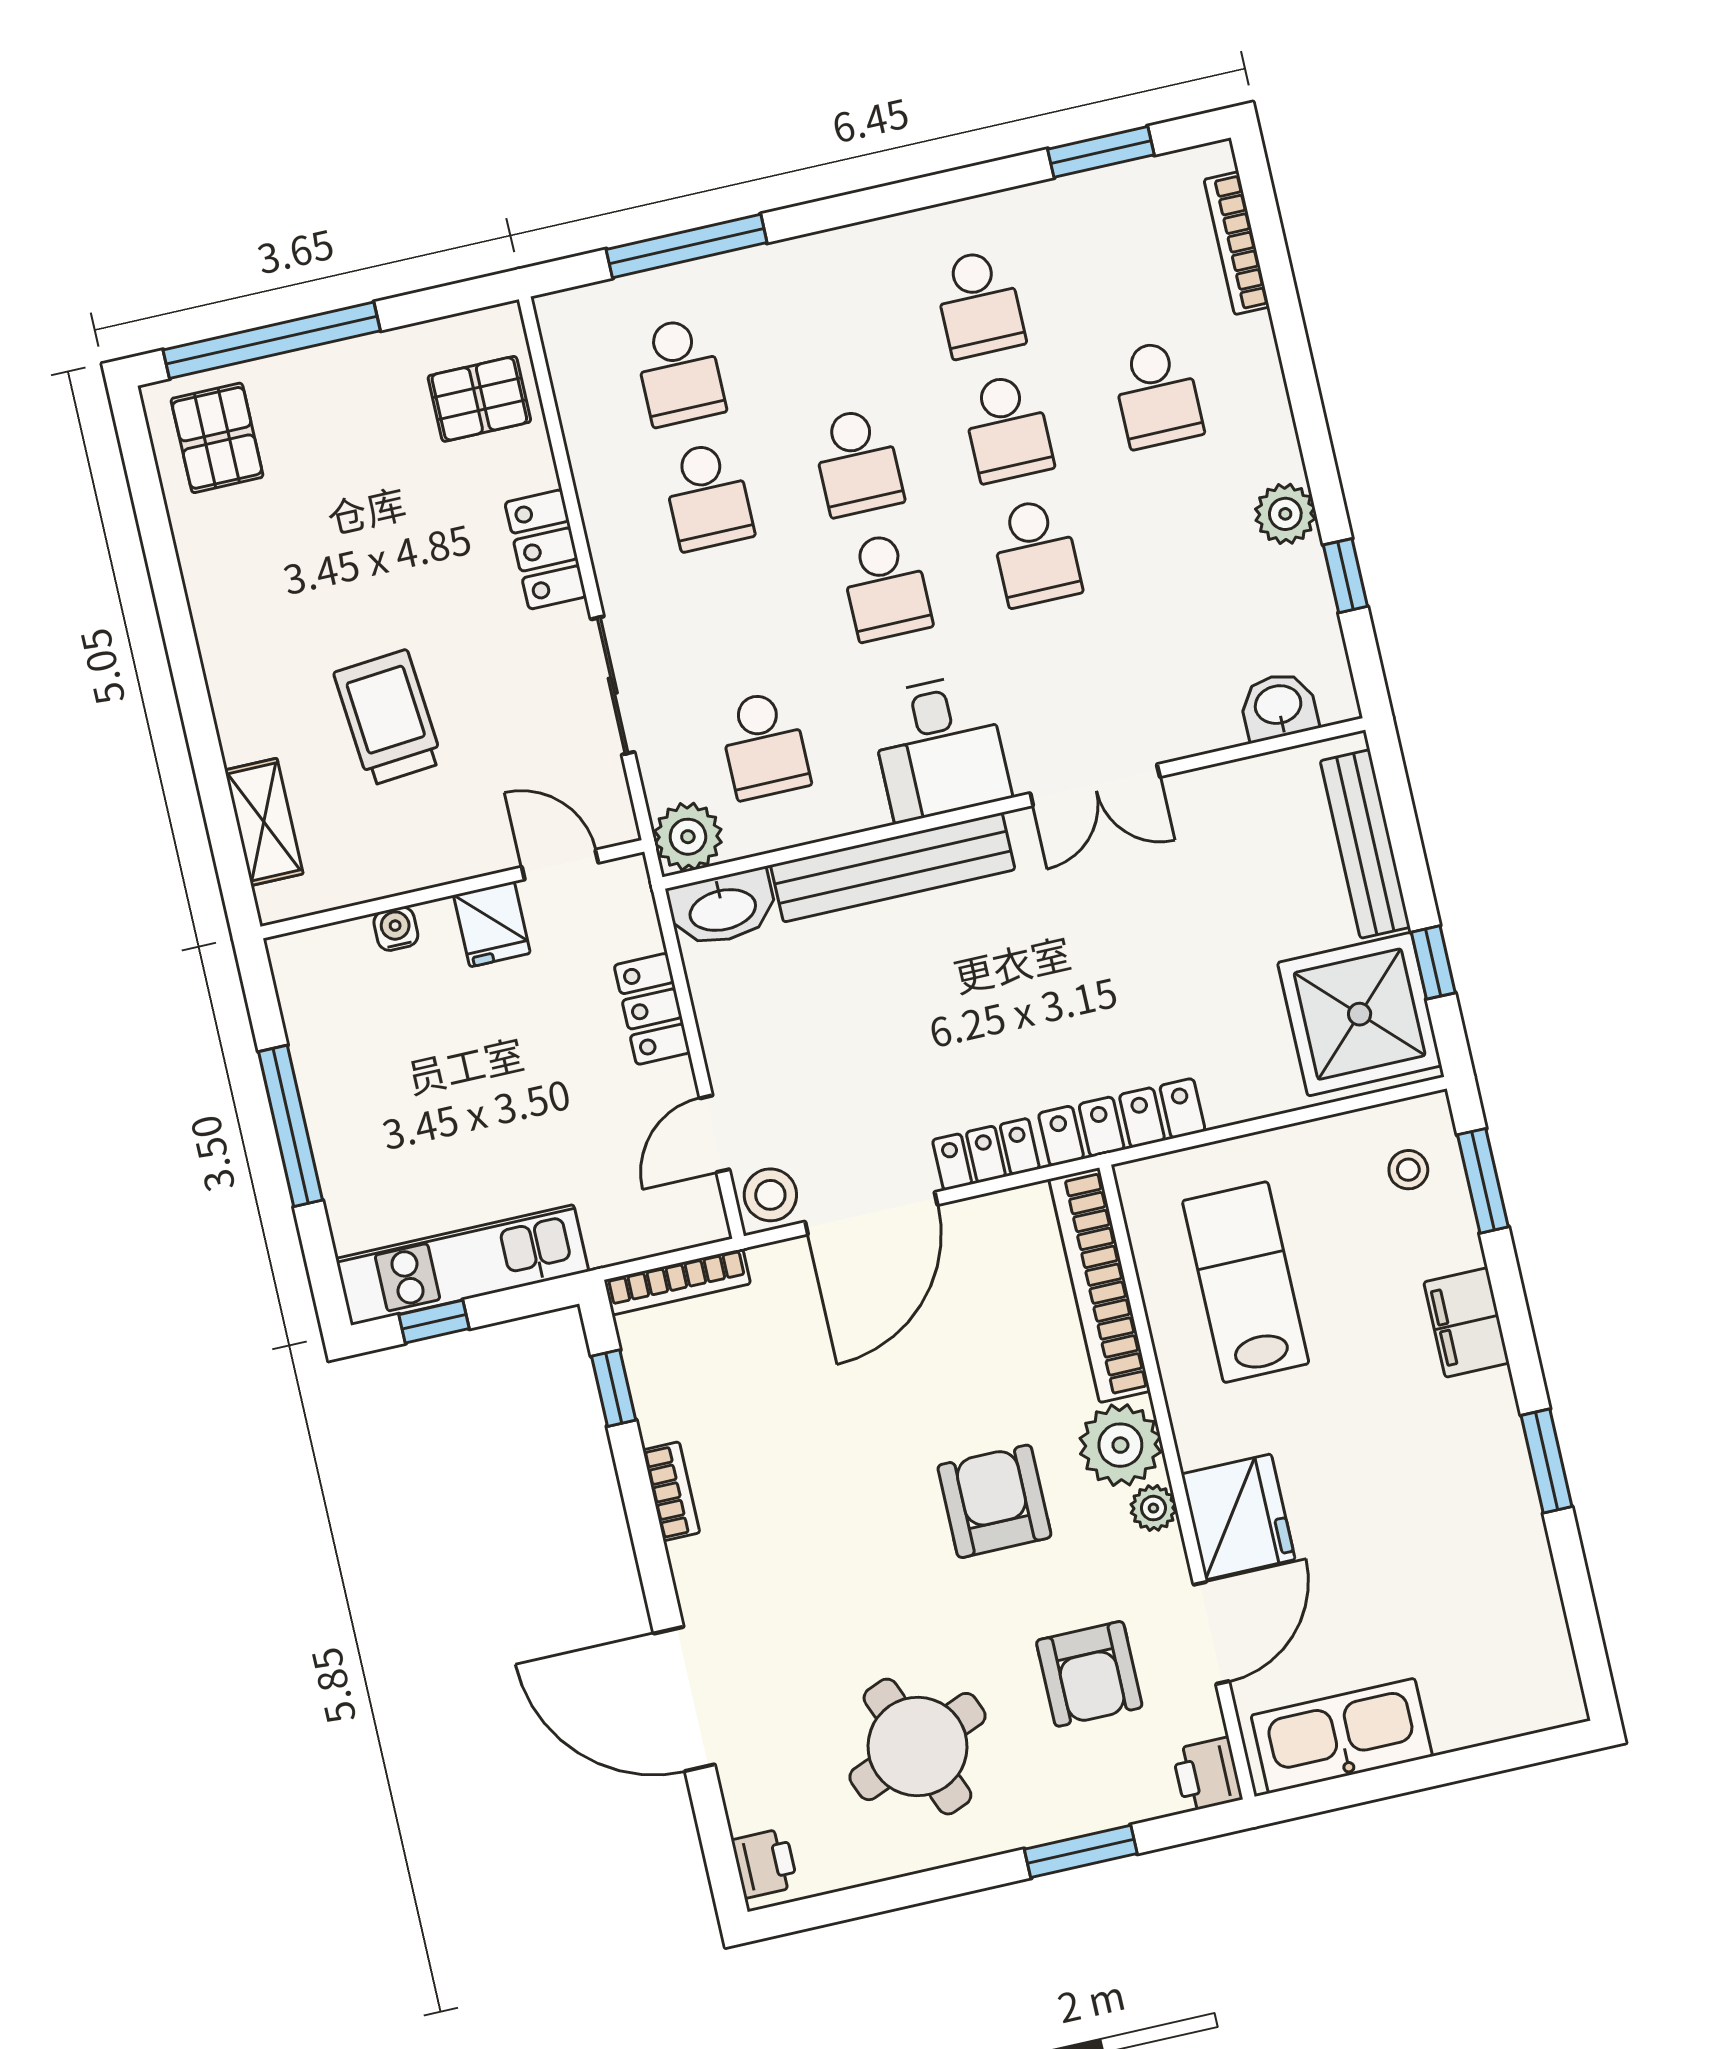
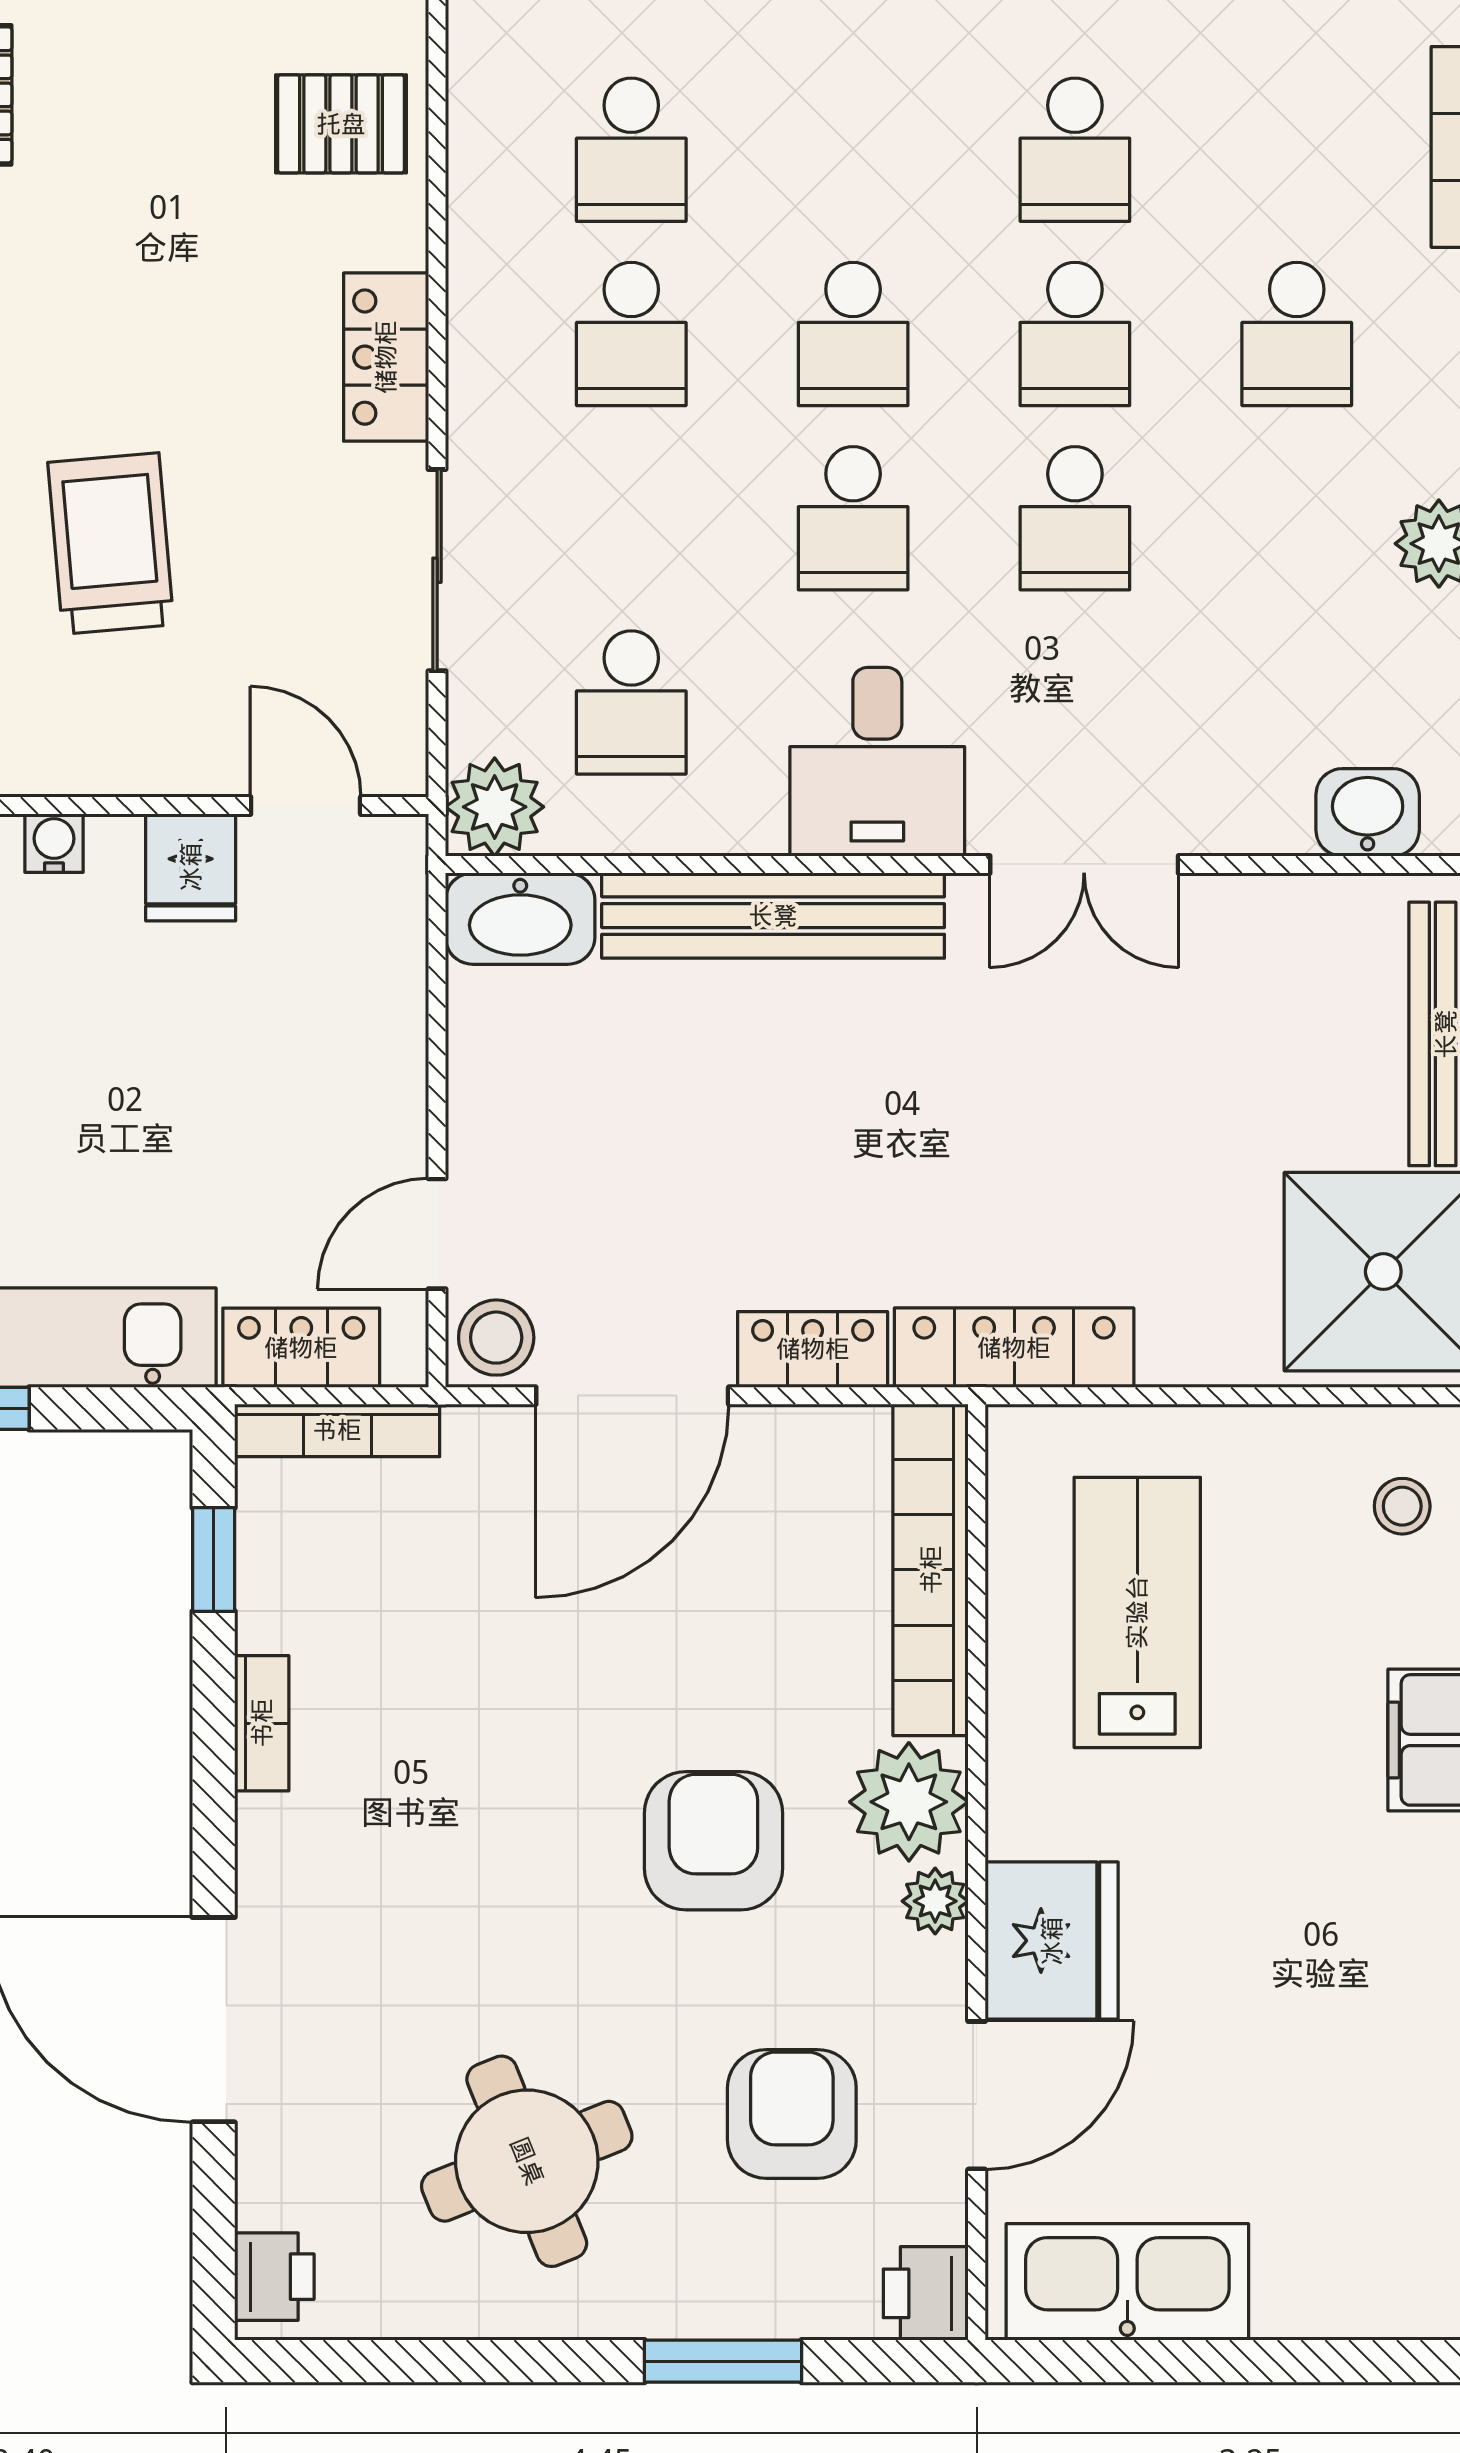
locker: (652, 1009) -> (301, 1348), moved, turned 90
armchair: (1089, 1674) -> (792, 2114), turned 180

